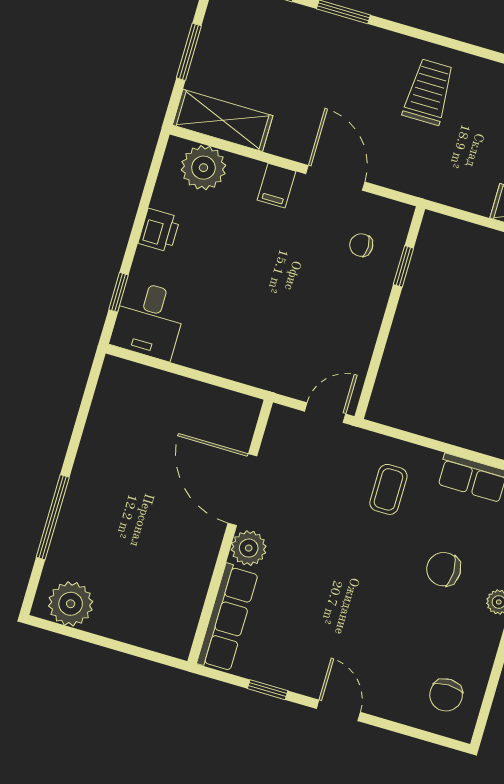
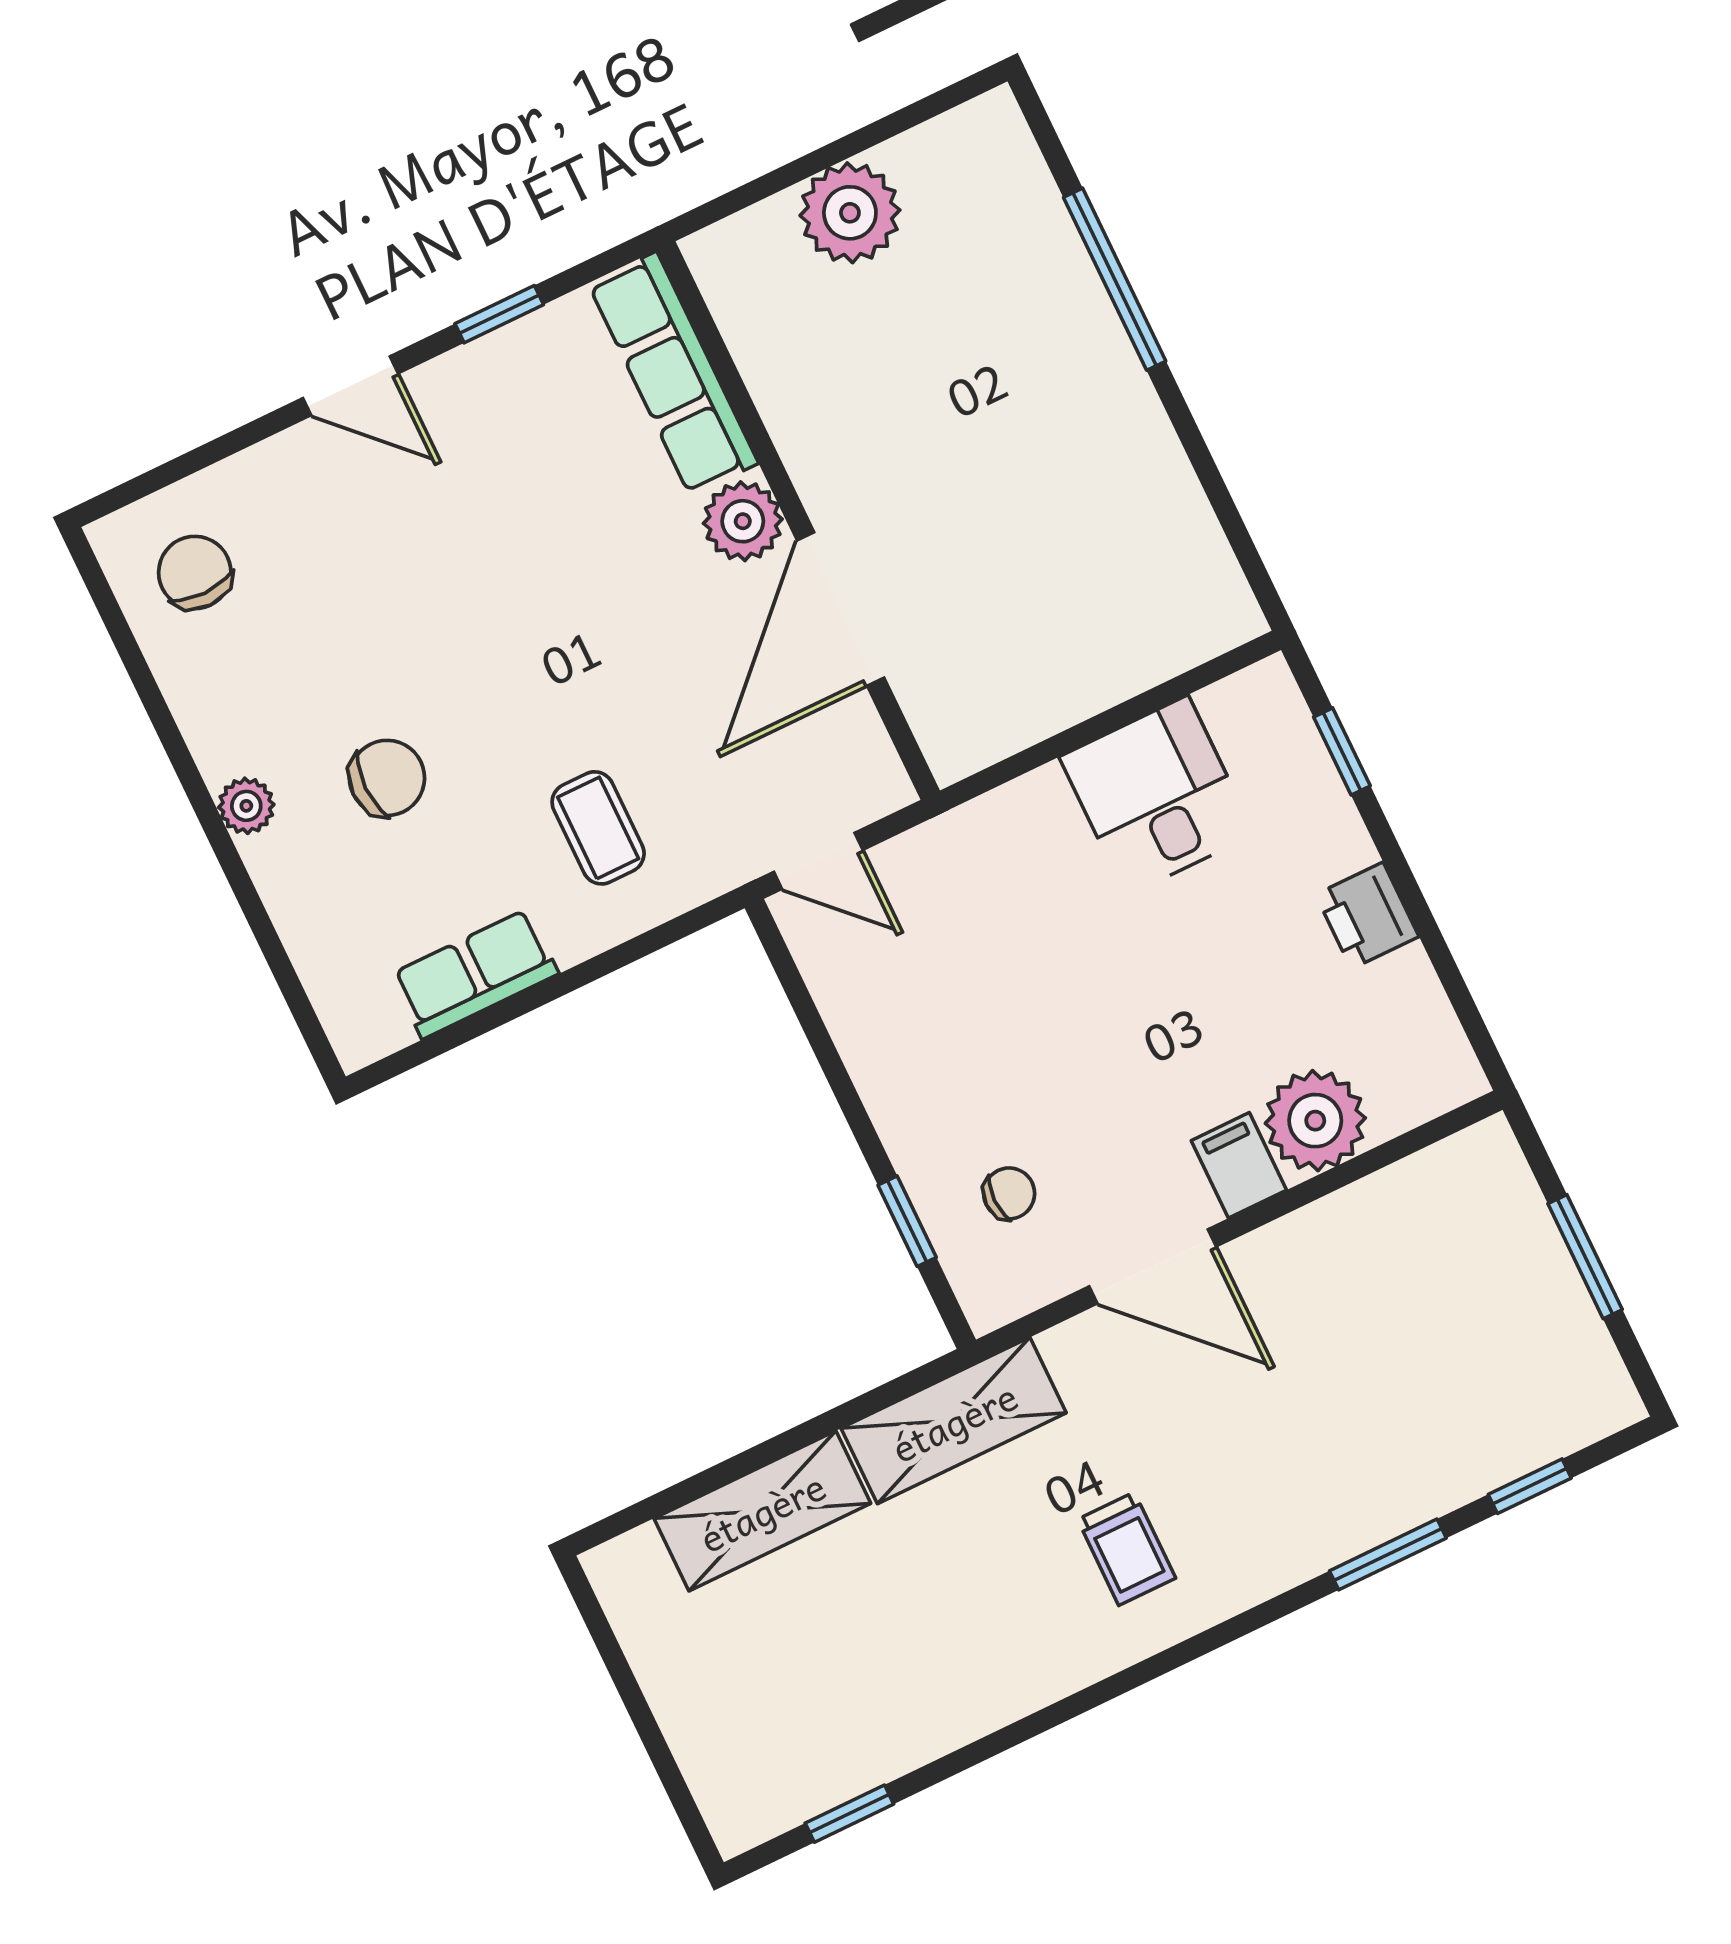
trolley: (429, 92) -> (1127, 1549), width x0.73, depth x0.72
shelving: (223, 120) -> (954, 1421), moved
plant: (203, 168) -> (1315, 1121), moved
desk: (149, 320) -> (1157, 796), moved
door: (325, 413) -> (818, 861), hinge flipped
door: (242, 490) -> (841, 609), swing flipped
plant: (71, 604) -> (850, 213), moved

